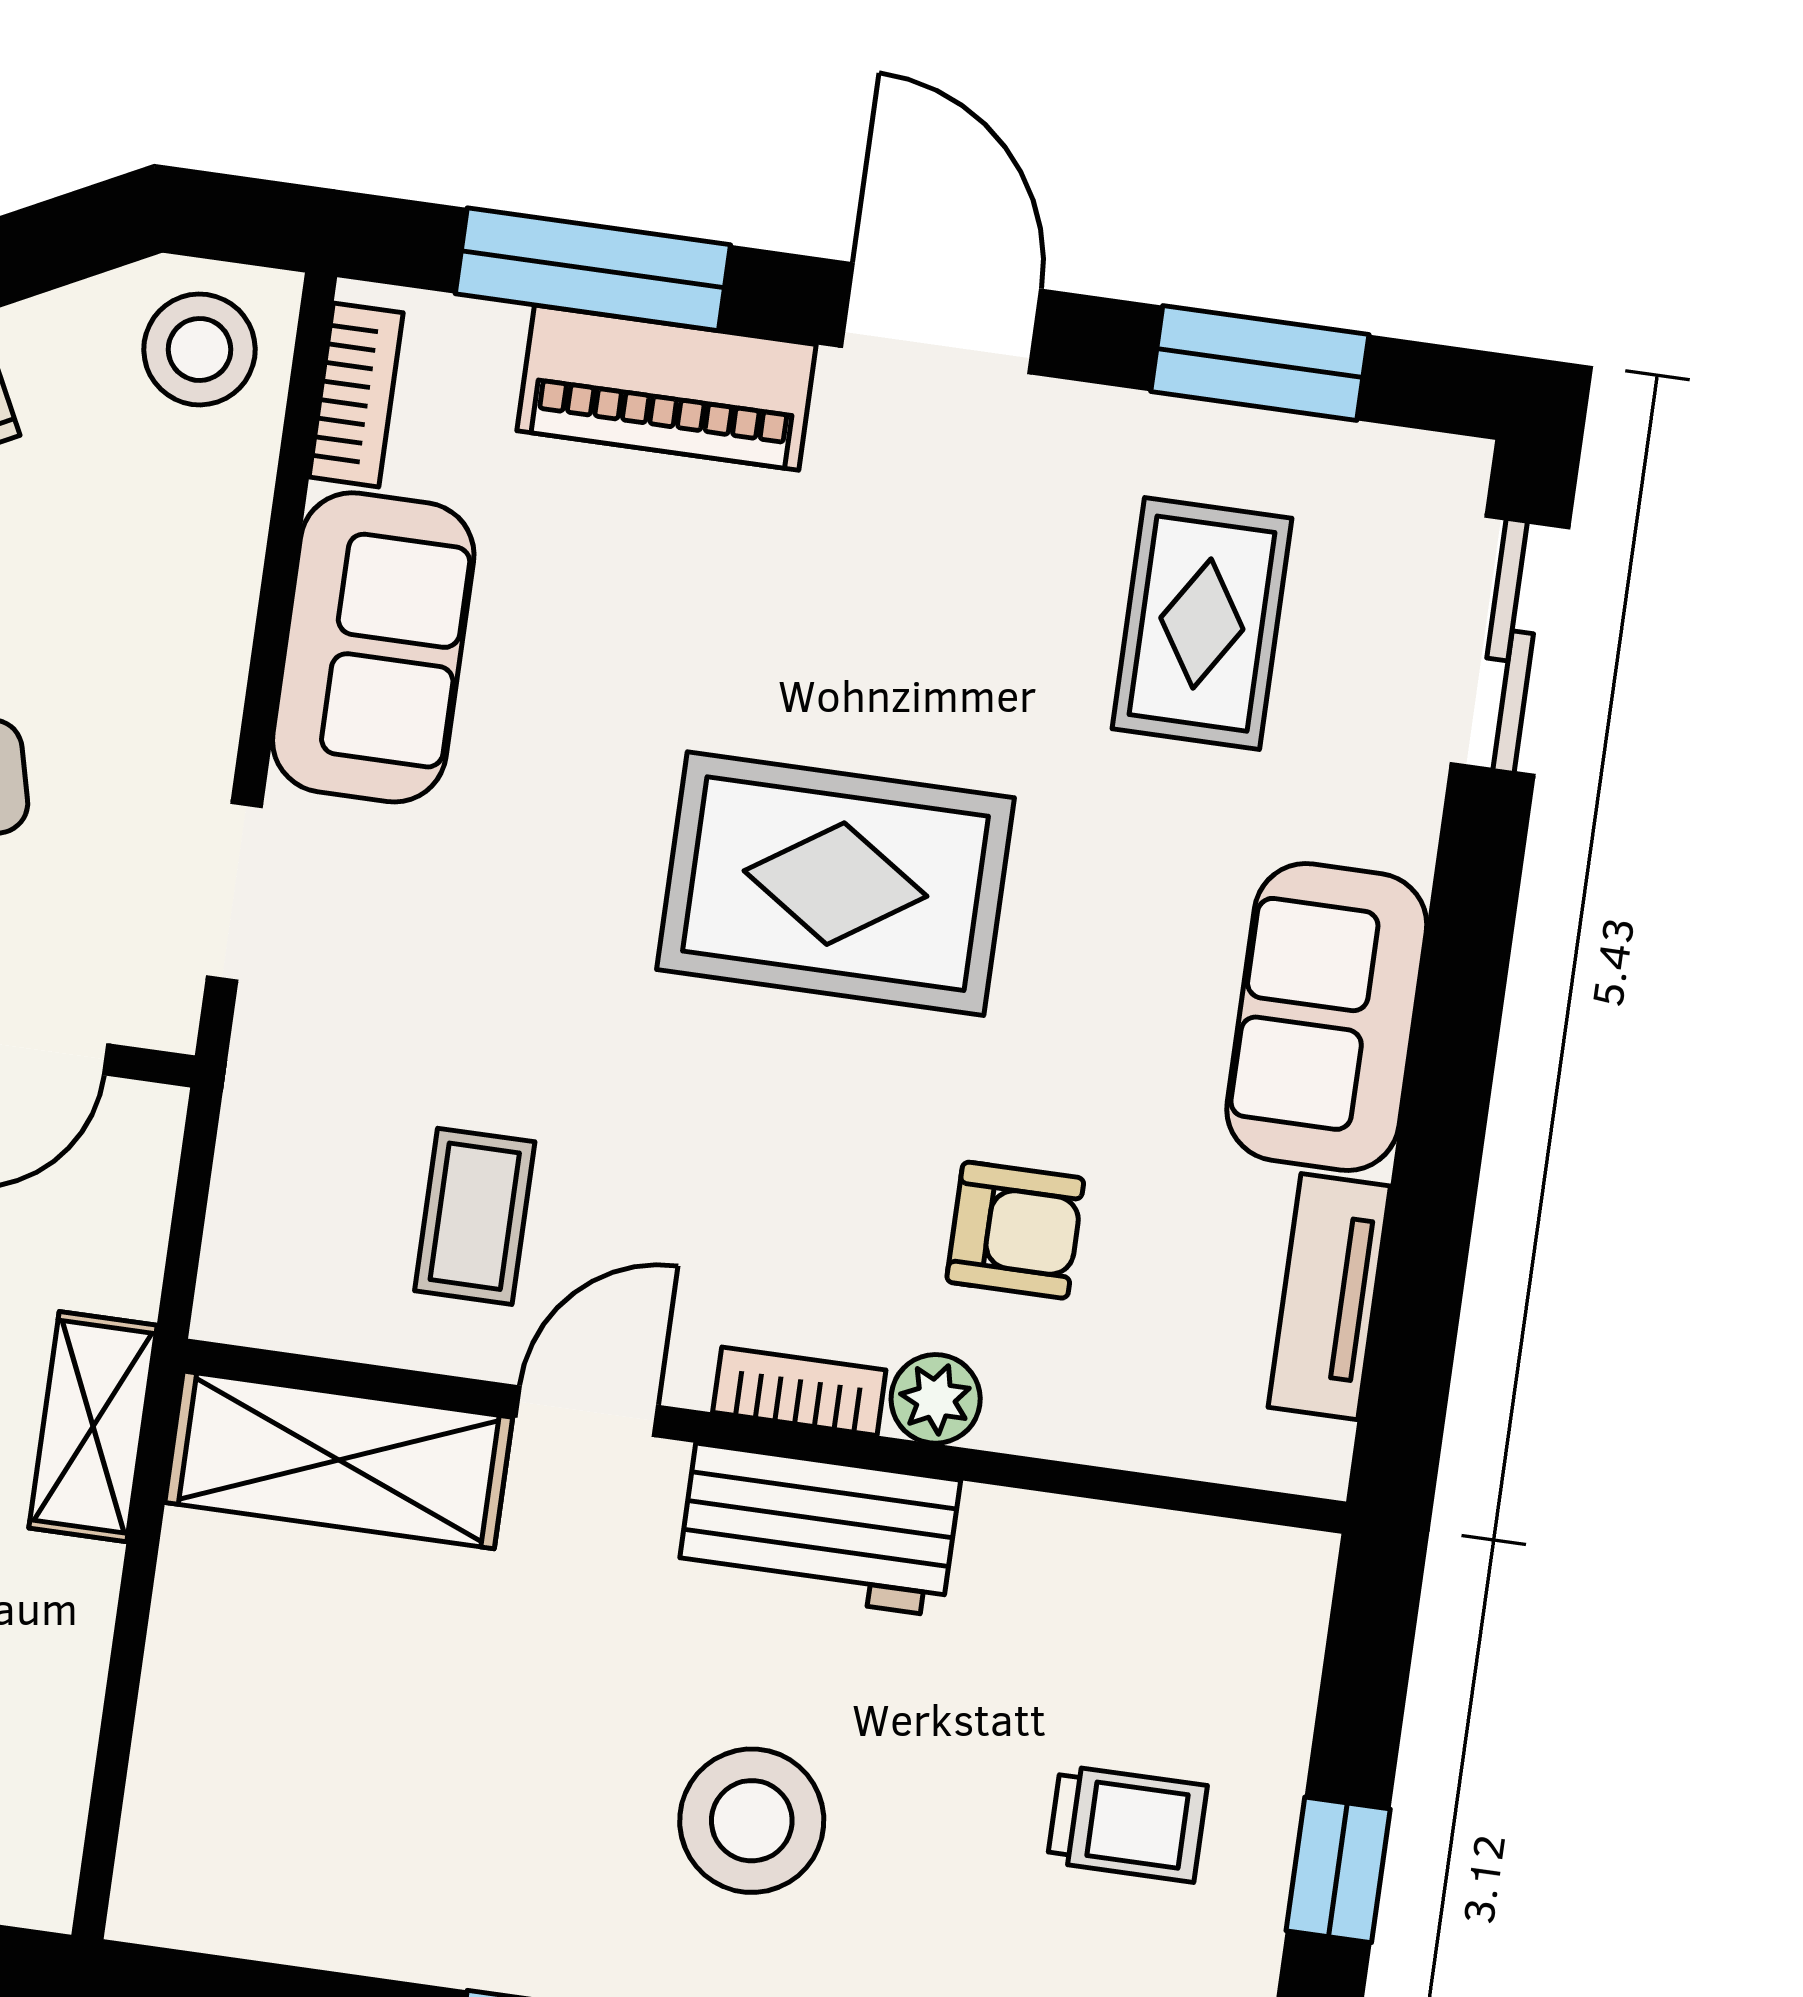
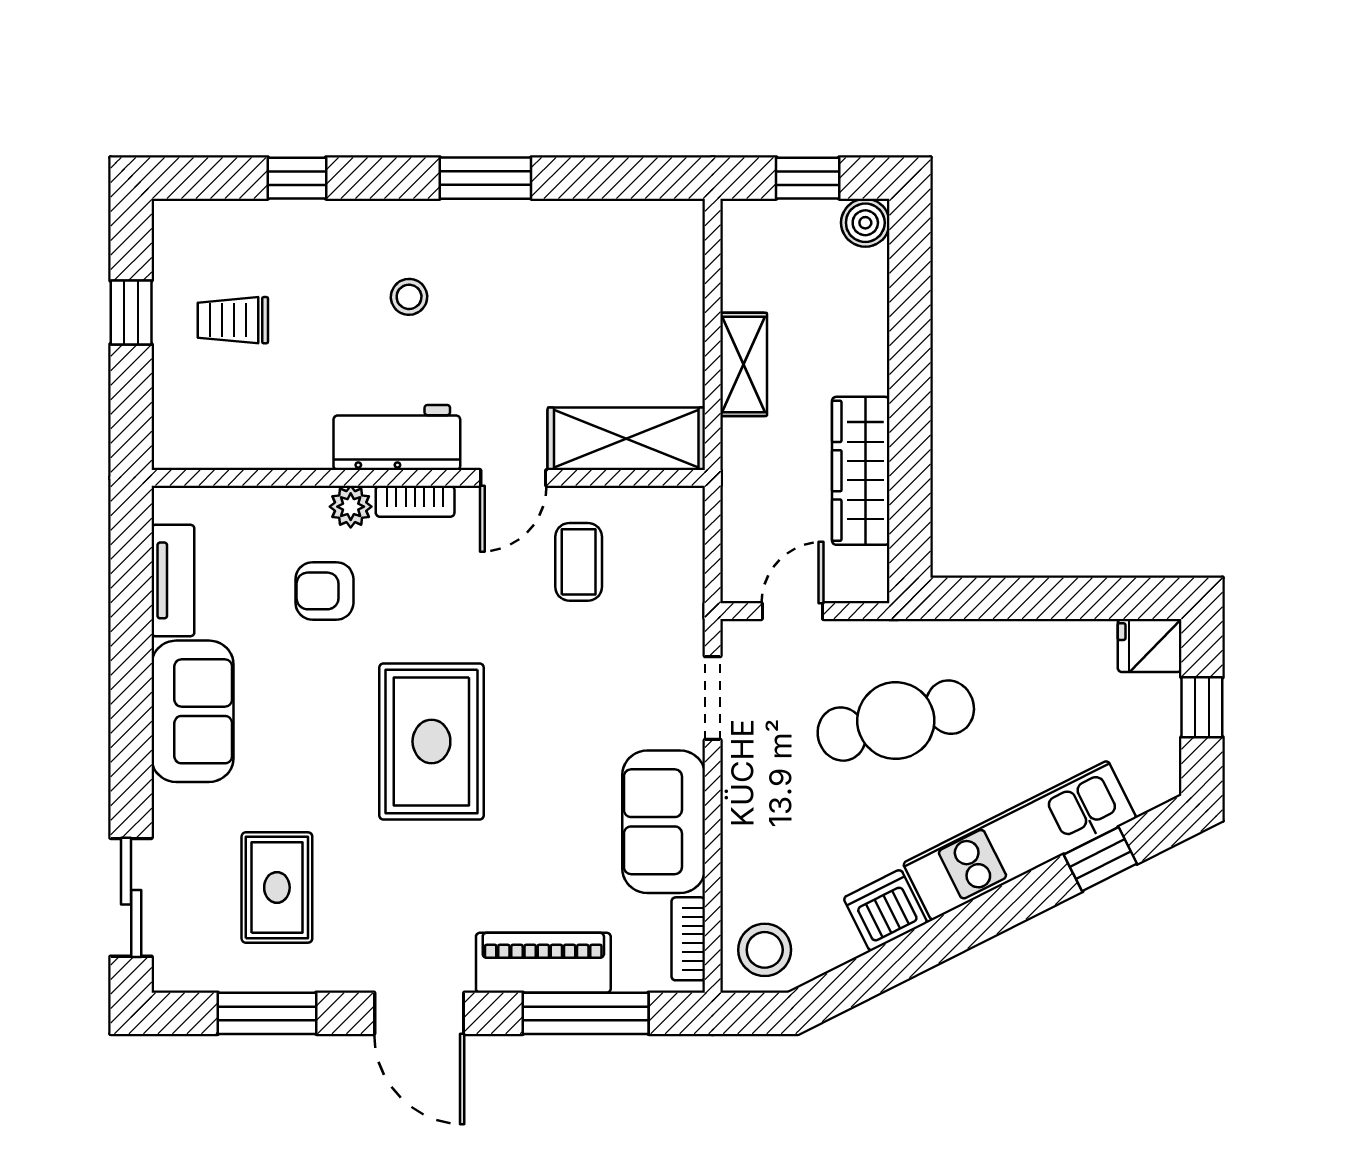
rug: (836, 884) -> (431, 741), turned 90
shelving: (93, 1427) -> (744, 364), moved
stool: (752, 1821) -> (409, 297), width x0.53, depth x0.53

